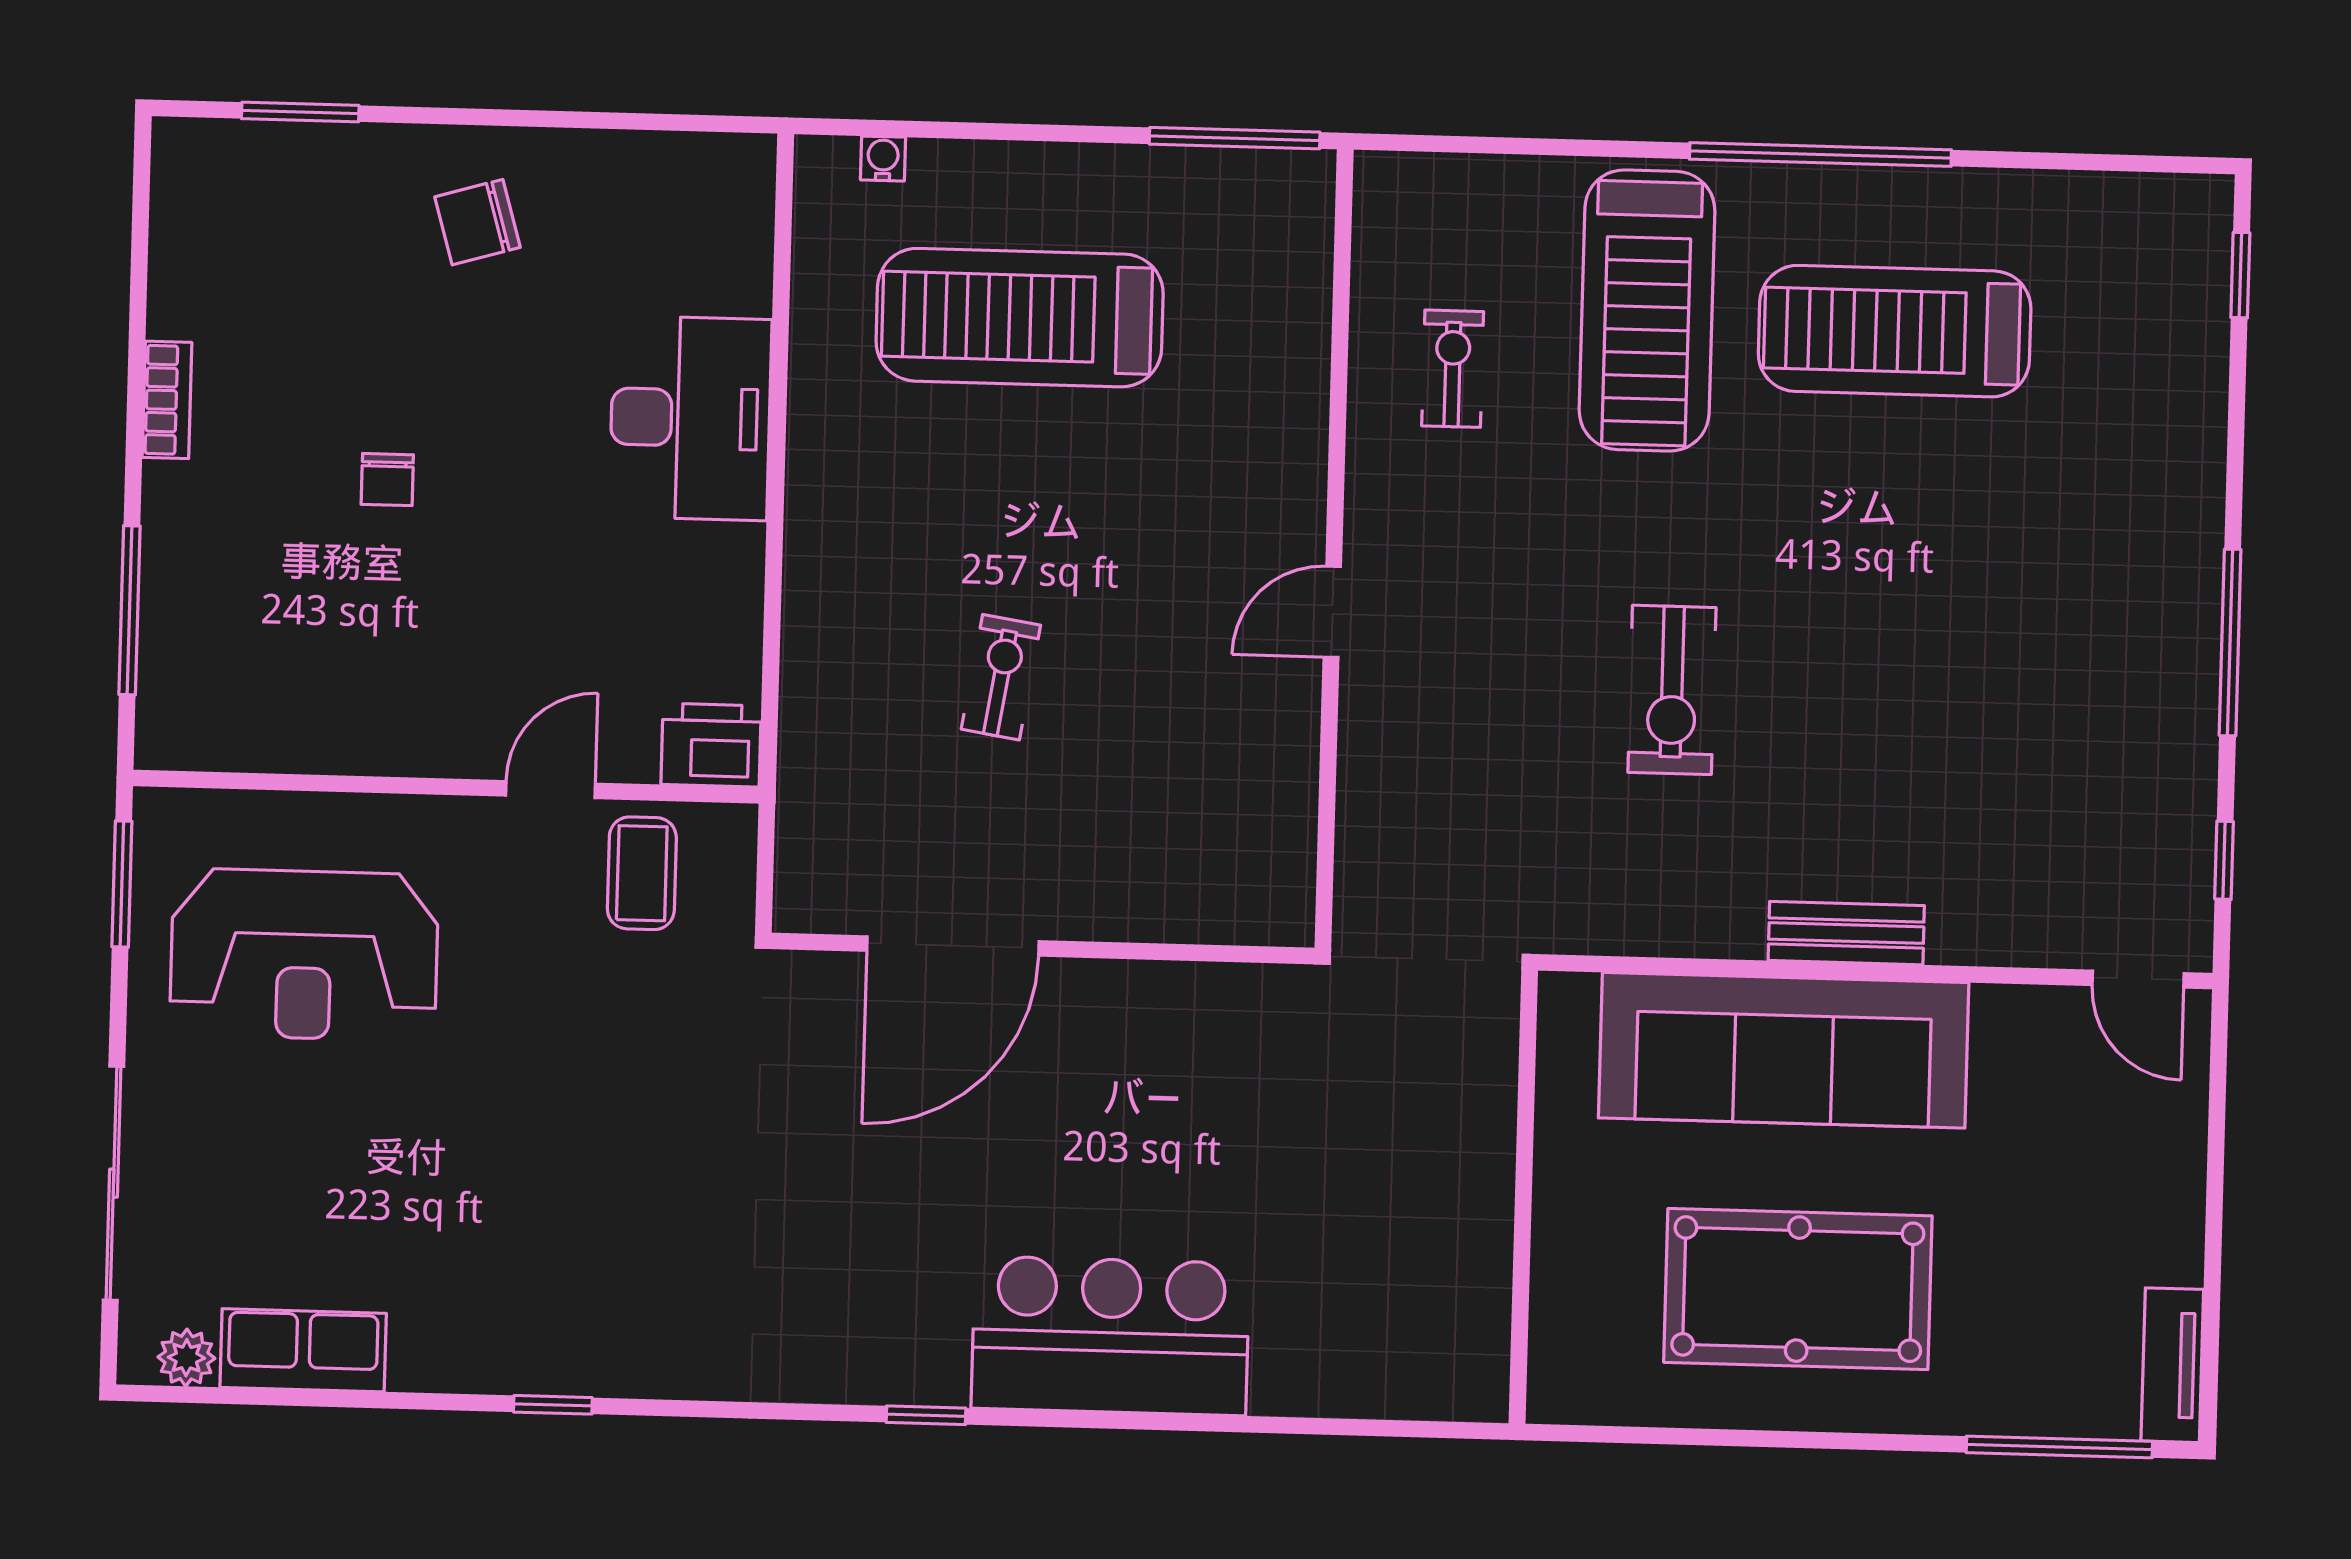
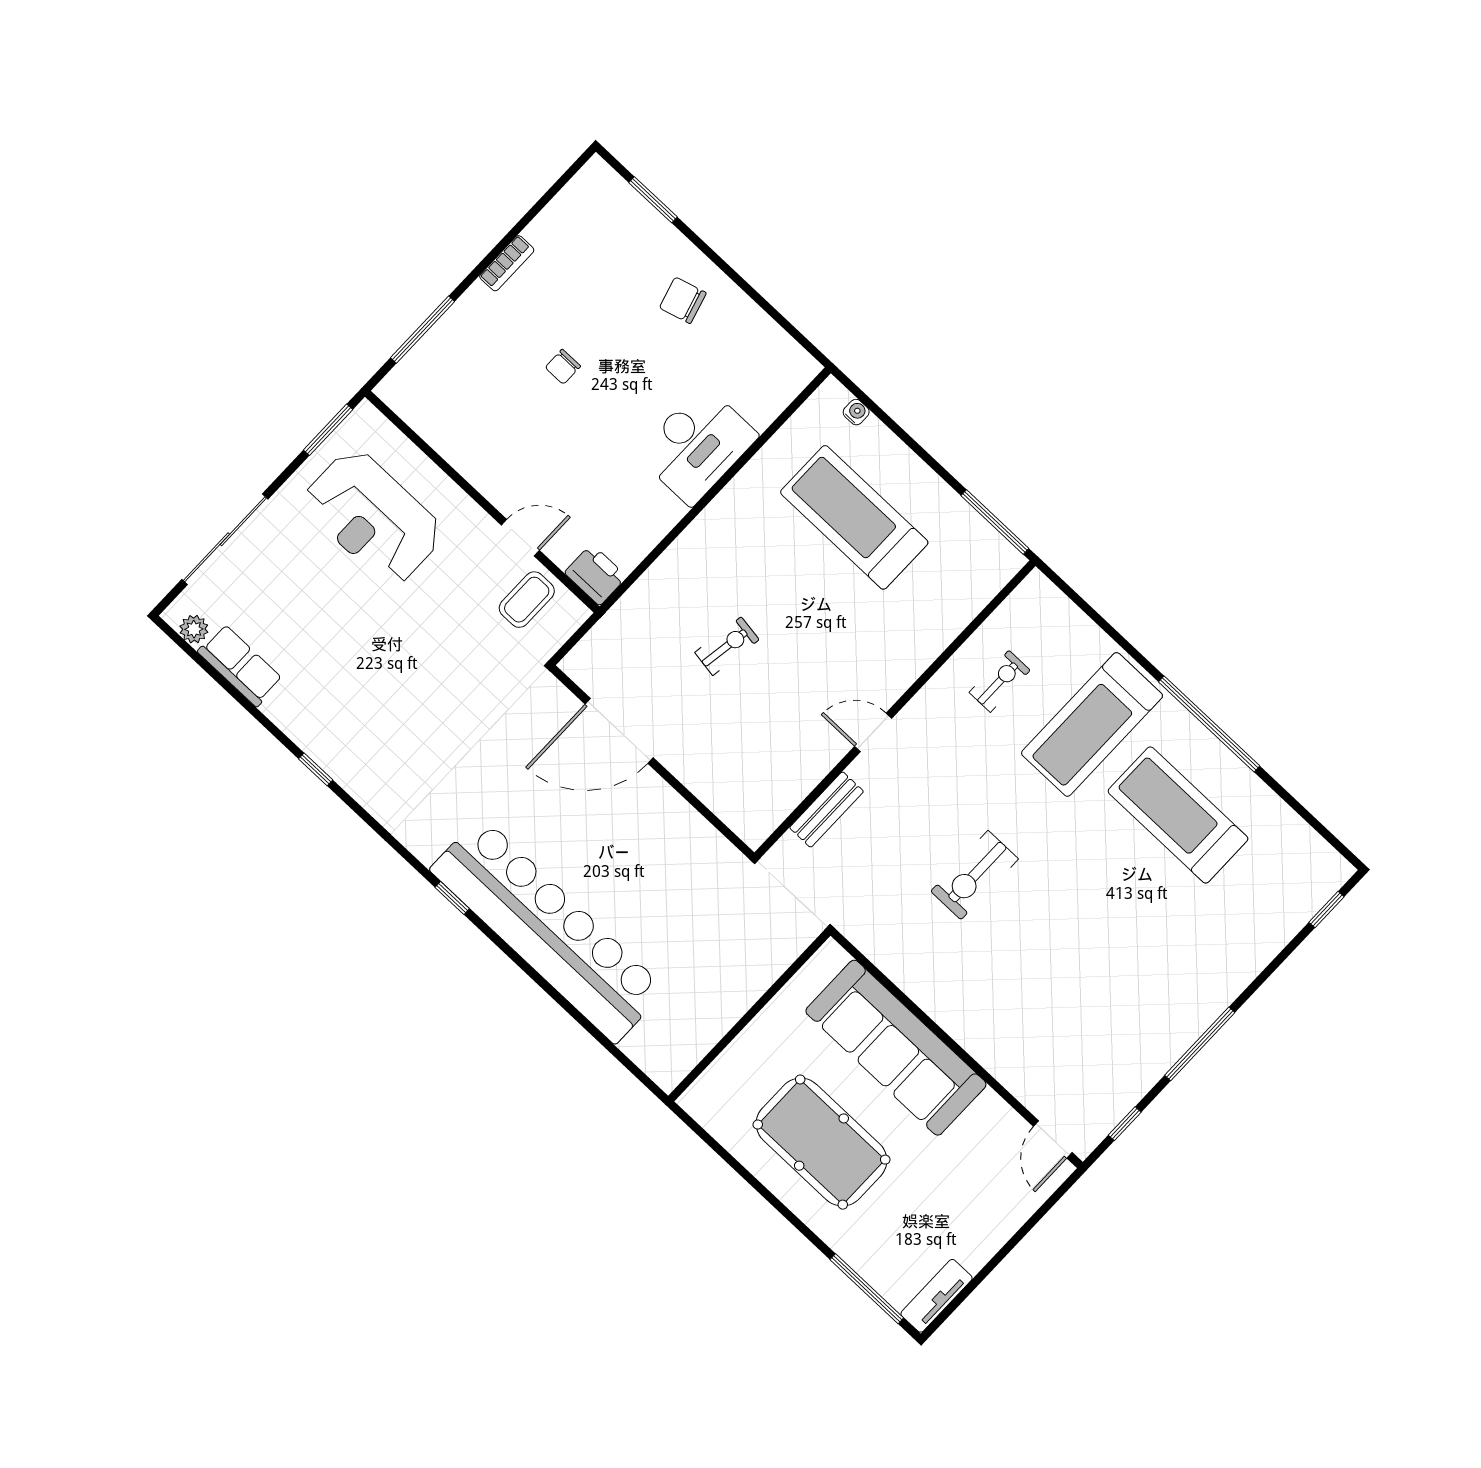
bench: (1846, 933) -> (827, 810), moved, turned 90
bar counter: (1110, 1336) -> (548, 930), width x1.86

